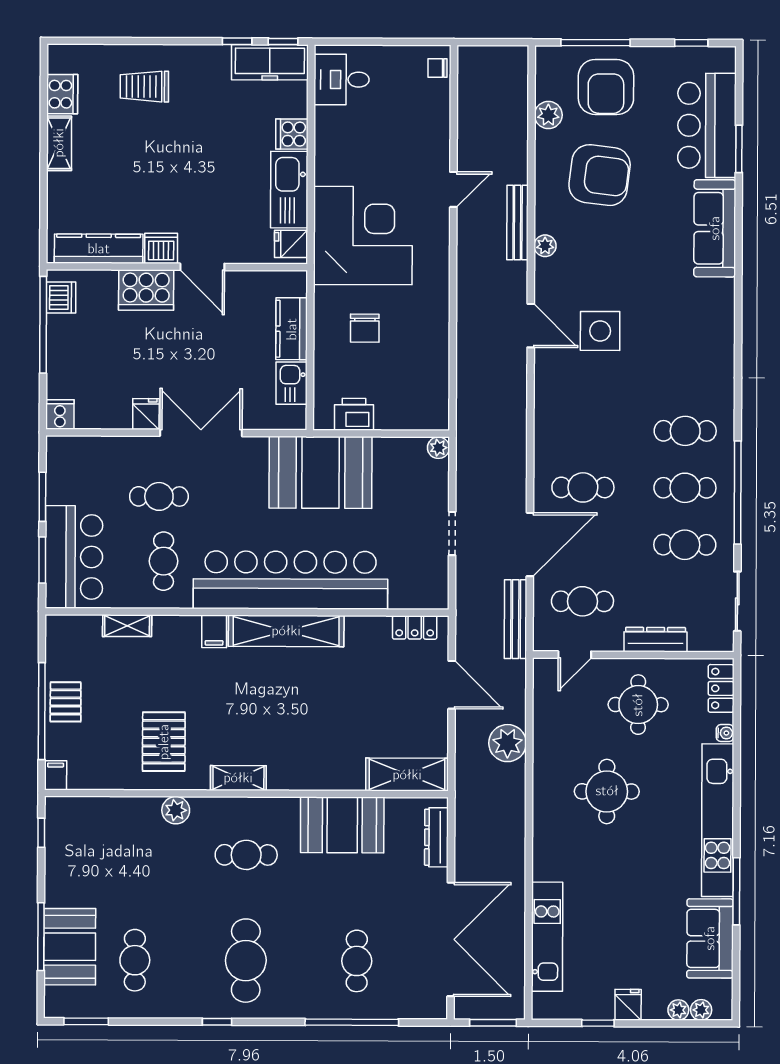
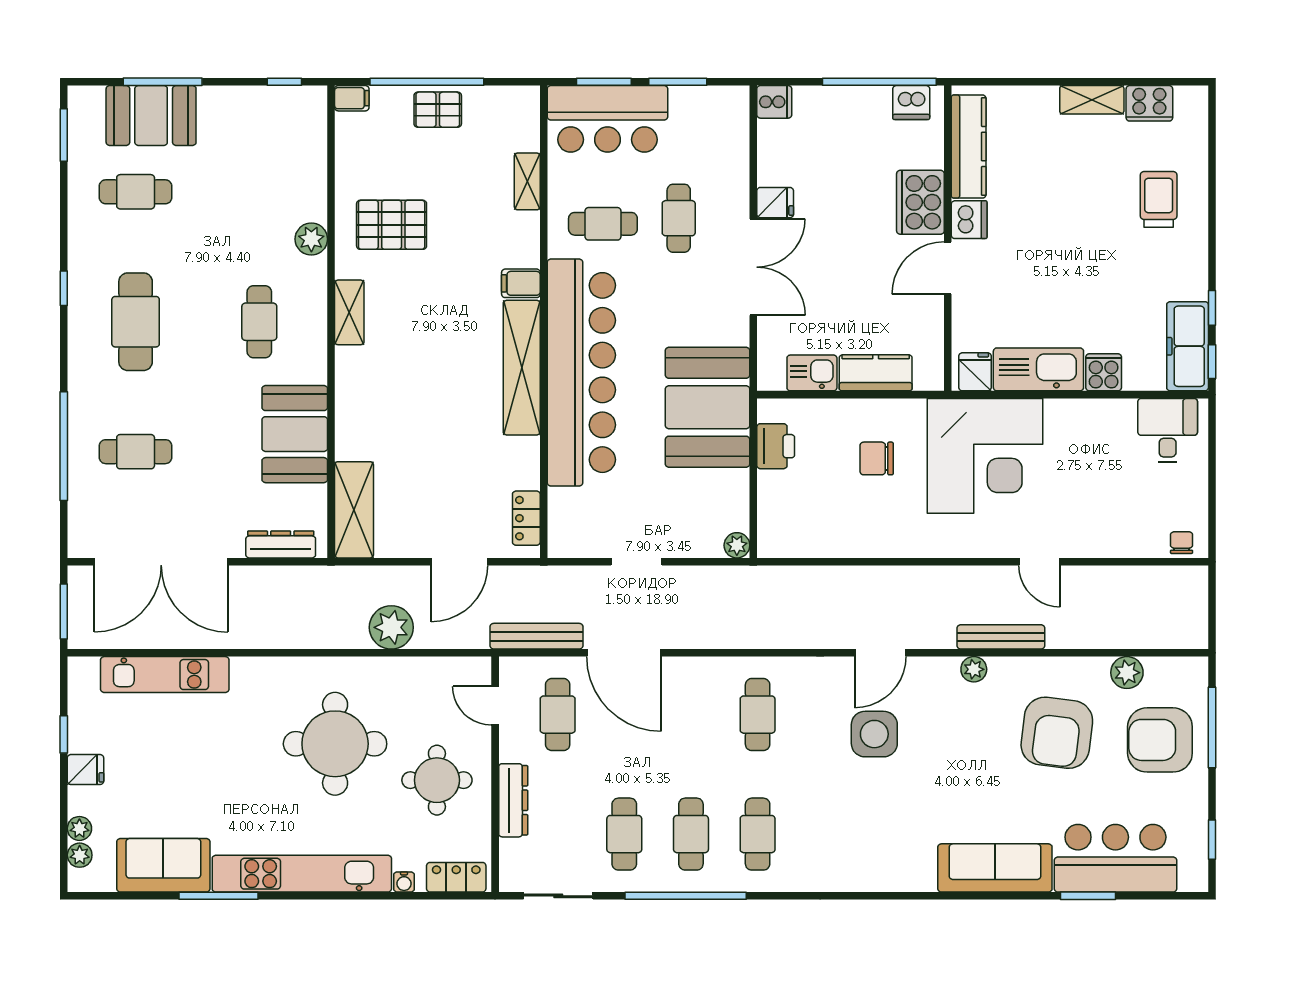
cafe table: (583, 487) -> (758, 715), moved
round table: (607, 791) -> (335, 744), width x1.36, depth x1.36
cafe table: (246, 961) -> (136, 322), turned 90

